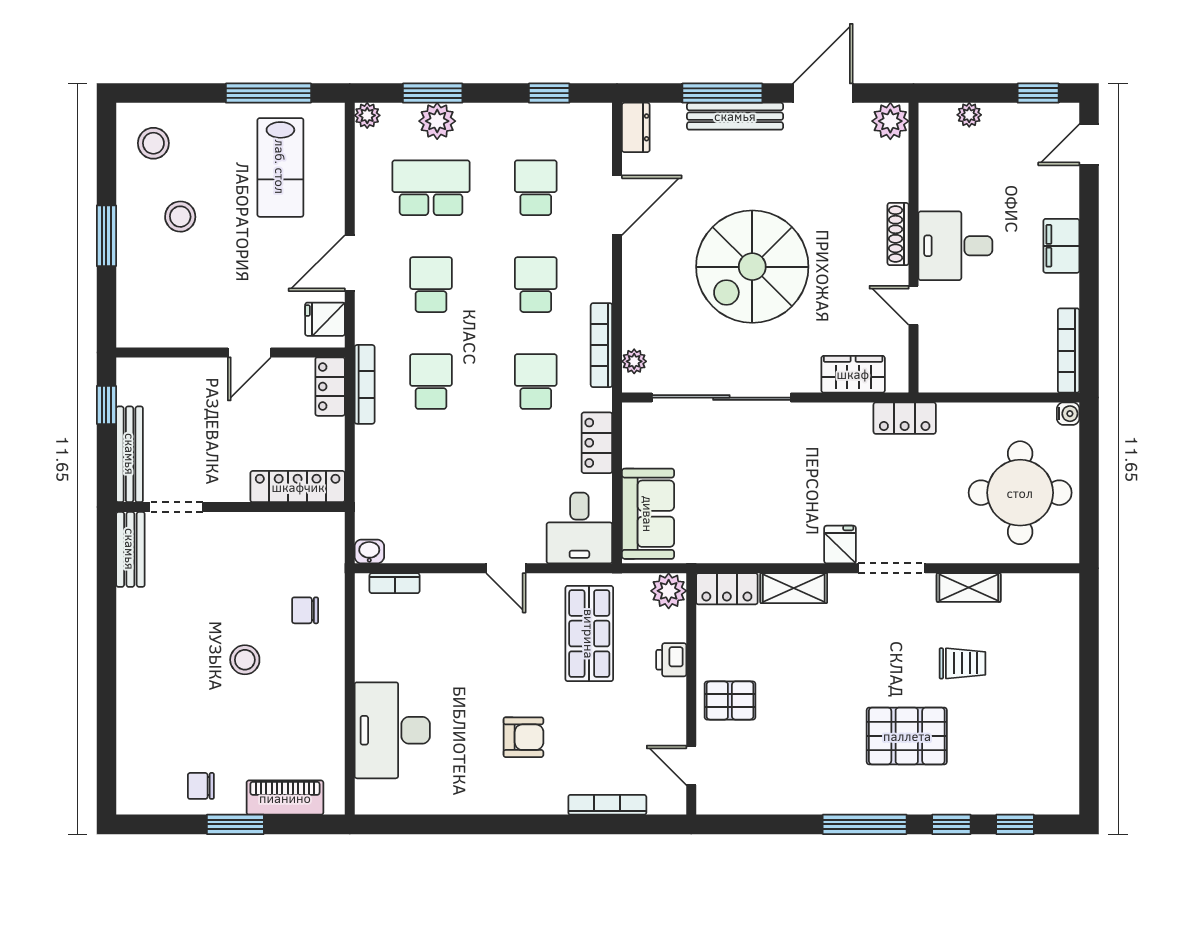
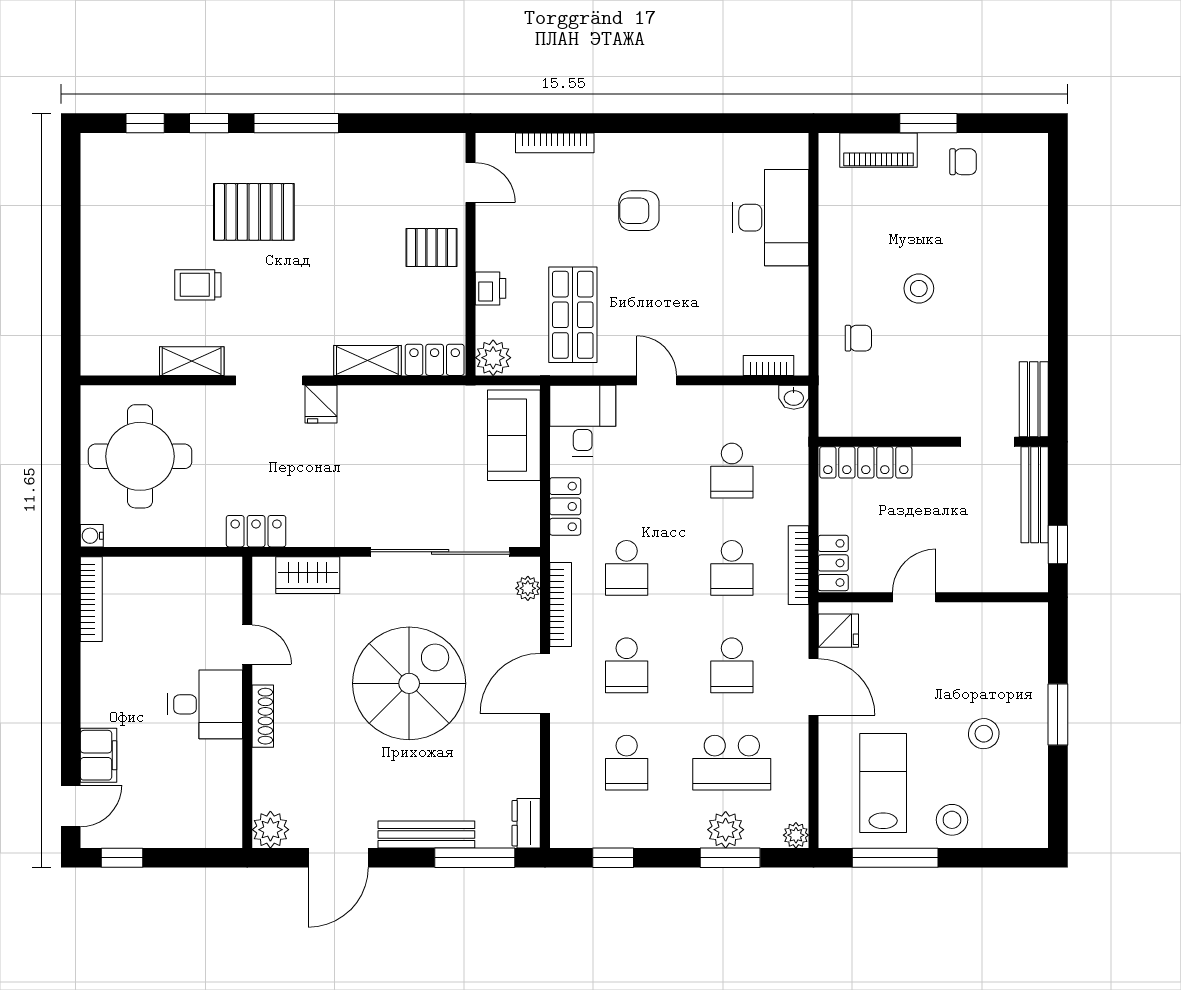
window: (722, 93) -> (475, 858), moved
plant: (969, 115) -> (191, 836), removed
stool: (153, 143) -> (952, 820), moved
door: (617, 205) -> (545, 684), moved
filing cabinet: (1061, 246) -> (99, 755), moved
door: (350, 263) -> (814, 687), hinge flipped
school desk: (431, 479) -> (732, 471), added

